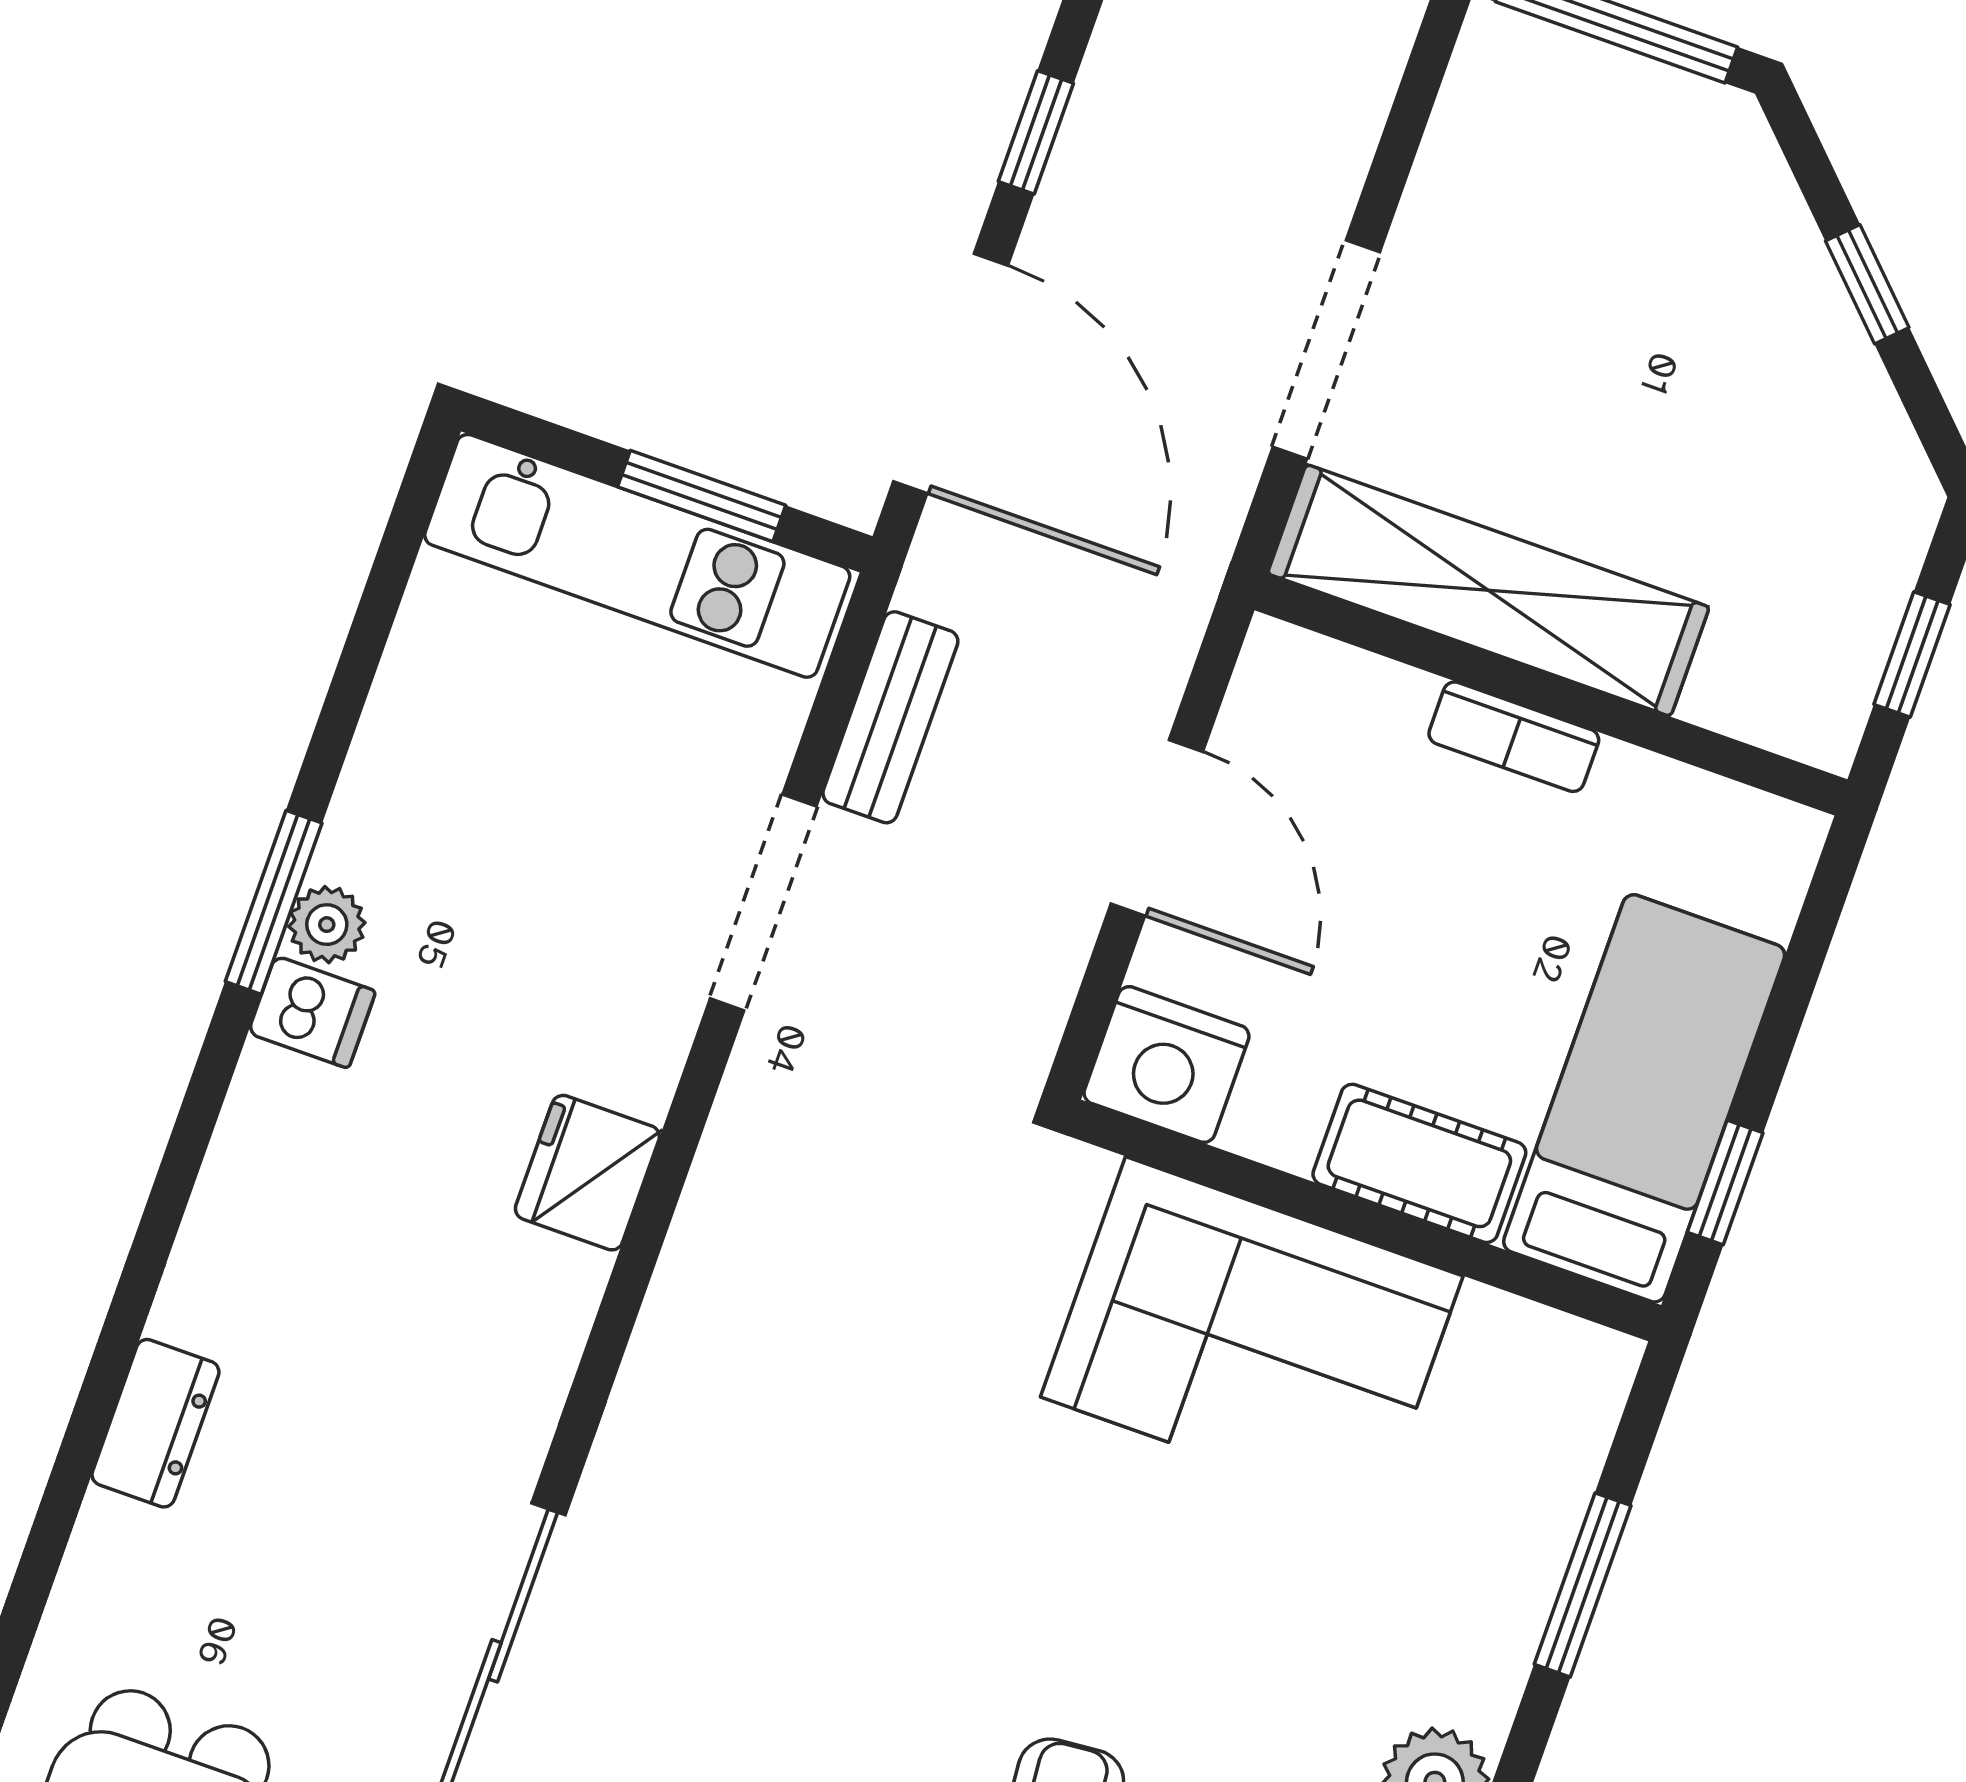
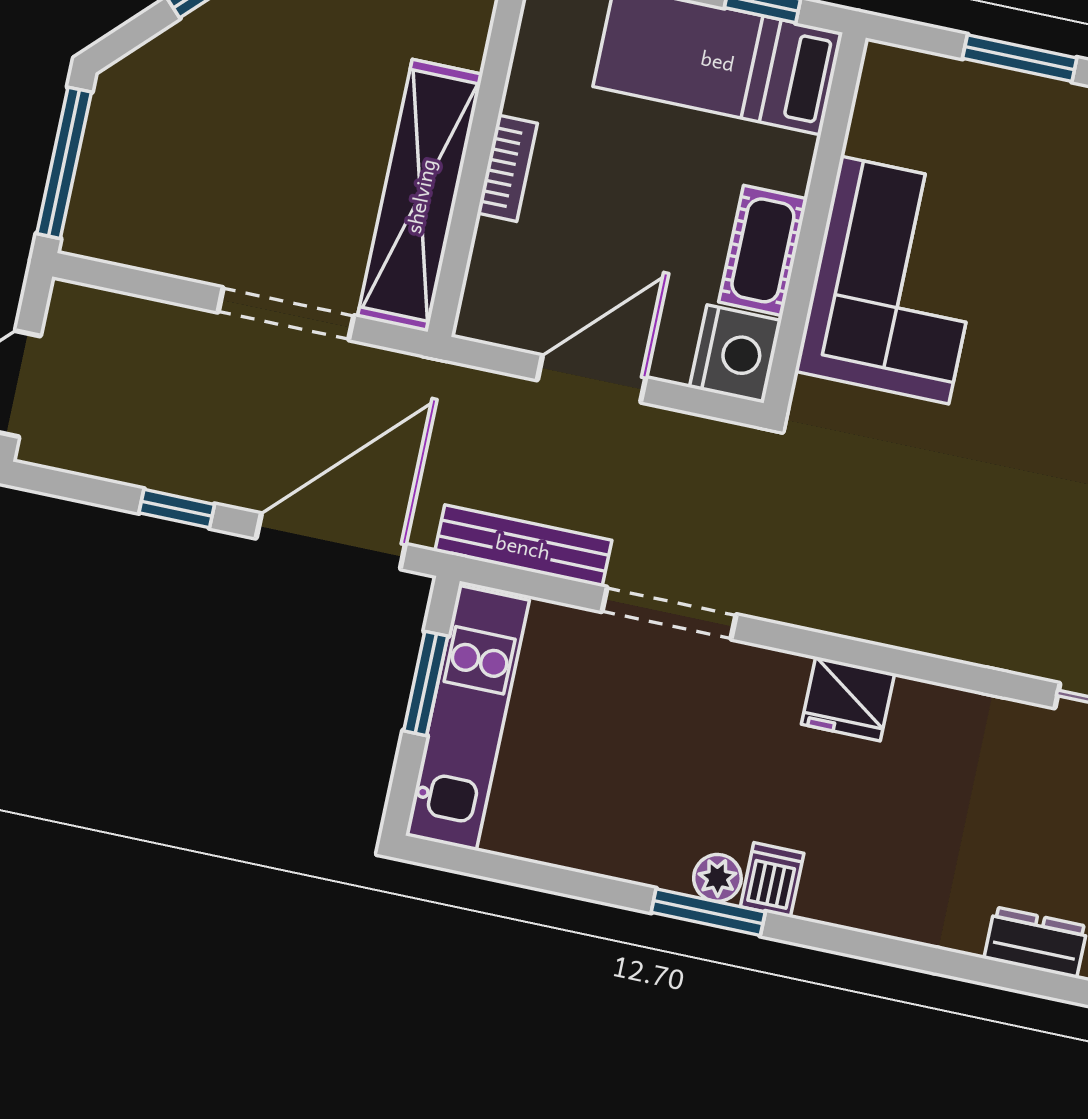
bench: (890, 717) -> (523, 546), width x1.36
cot: (1419, 1163) -> (763, 250), moved

